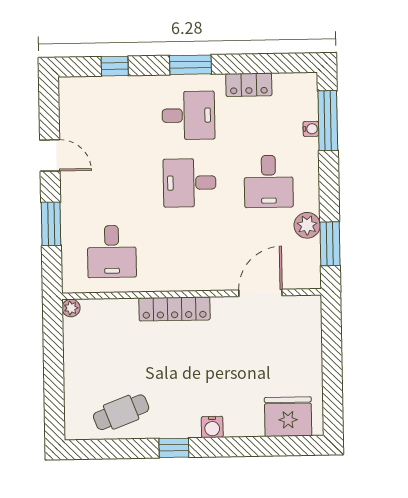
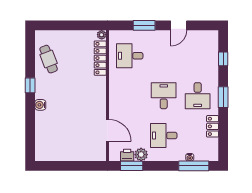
printer: (309, 253) -> (127, 155), added
locker: (174, 309) -> (100, 58), moved
fridge: (288, 417) -> (45, 143), removed

